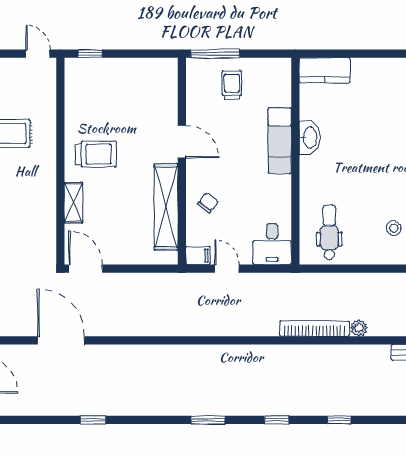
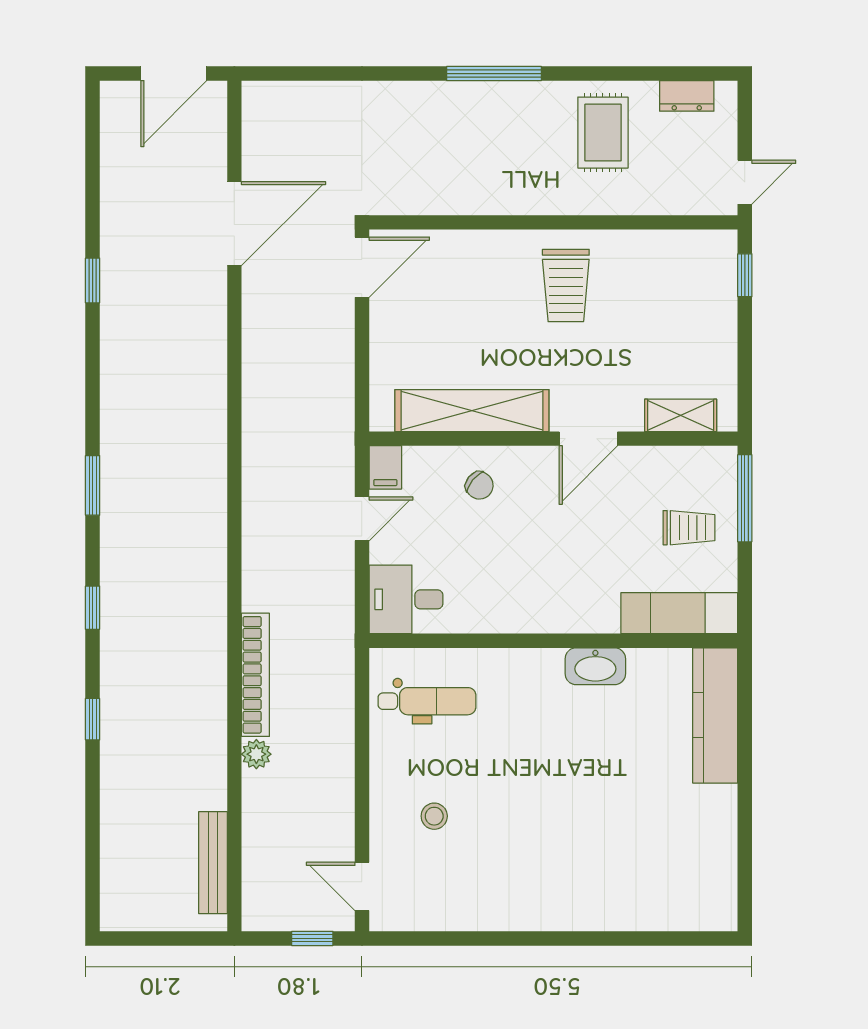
kitchen counter: (325, 70) -> (715, 715), width x1.50
exam couch: (280, 141) -> (679, 613), moved
shelving: (73, 203) -> (681, 415), moved

